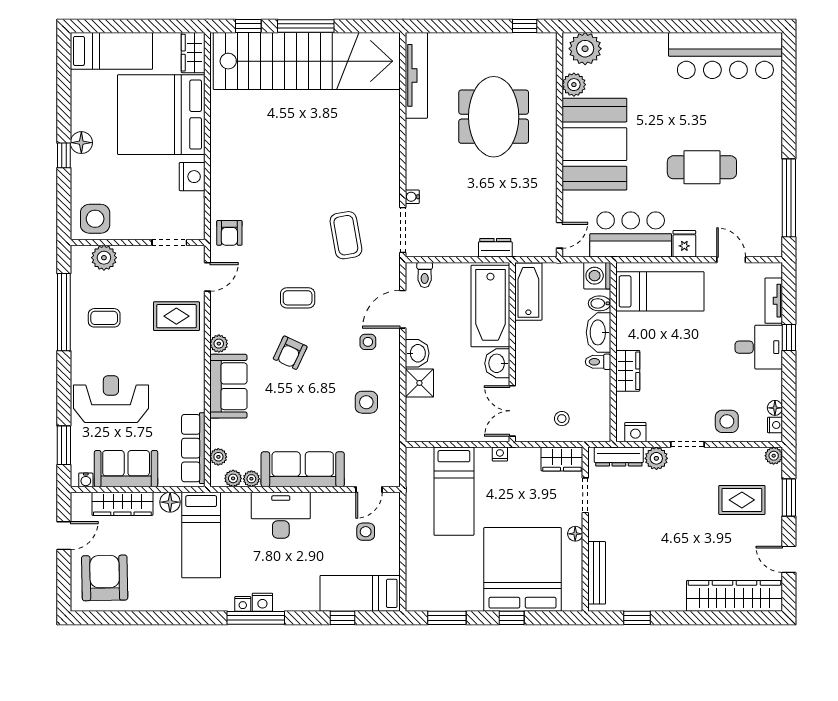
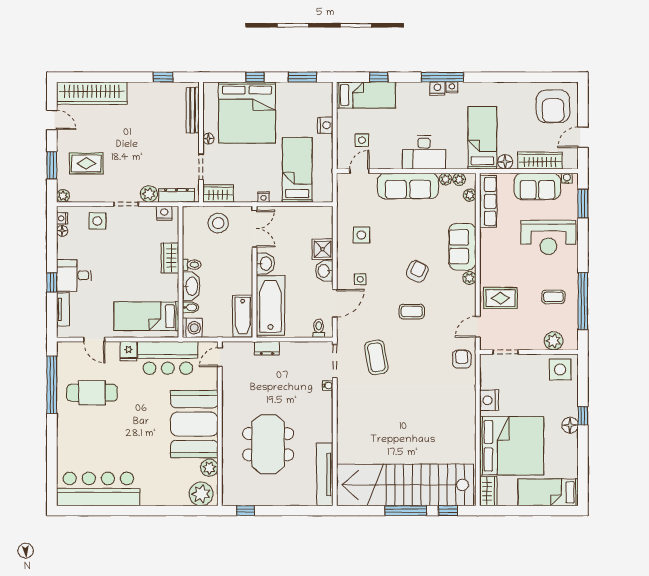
cafe table: (702, 167) -> (92, 393), moved
stool: (562, 419) -> (218, 223), width x1.89, depth x1.89
nightstand: (416, 552) -> (325, 125), added

